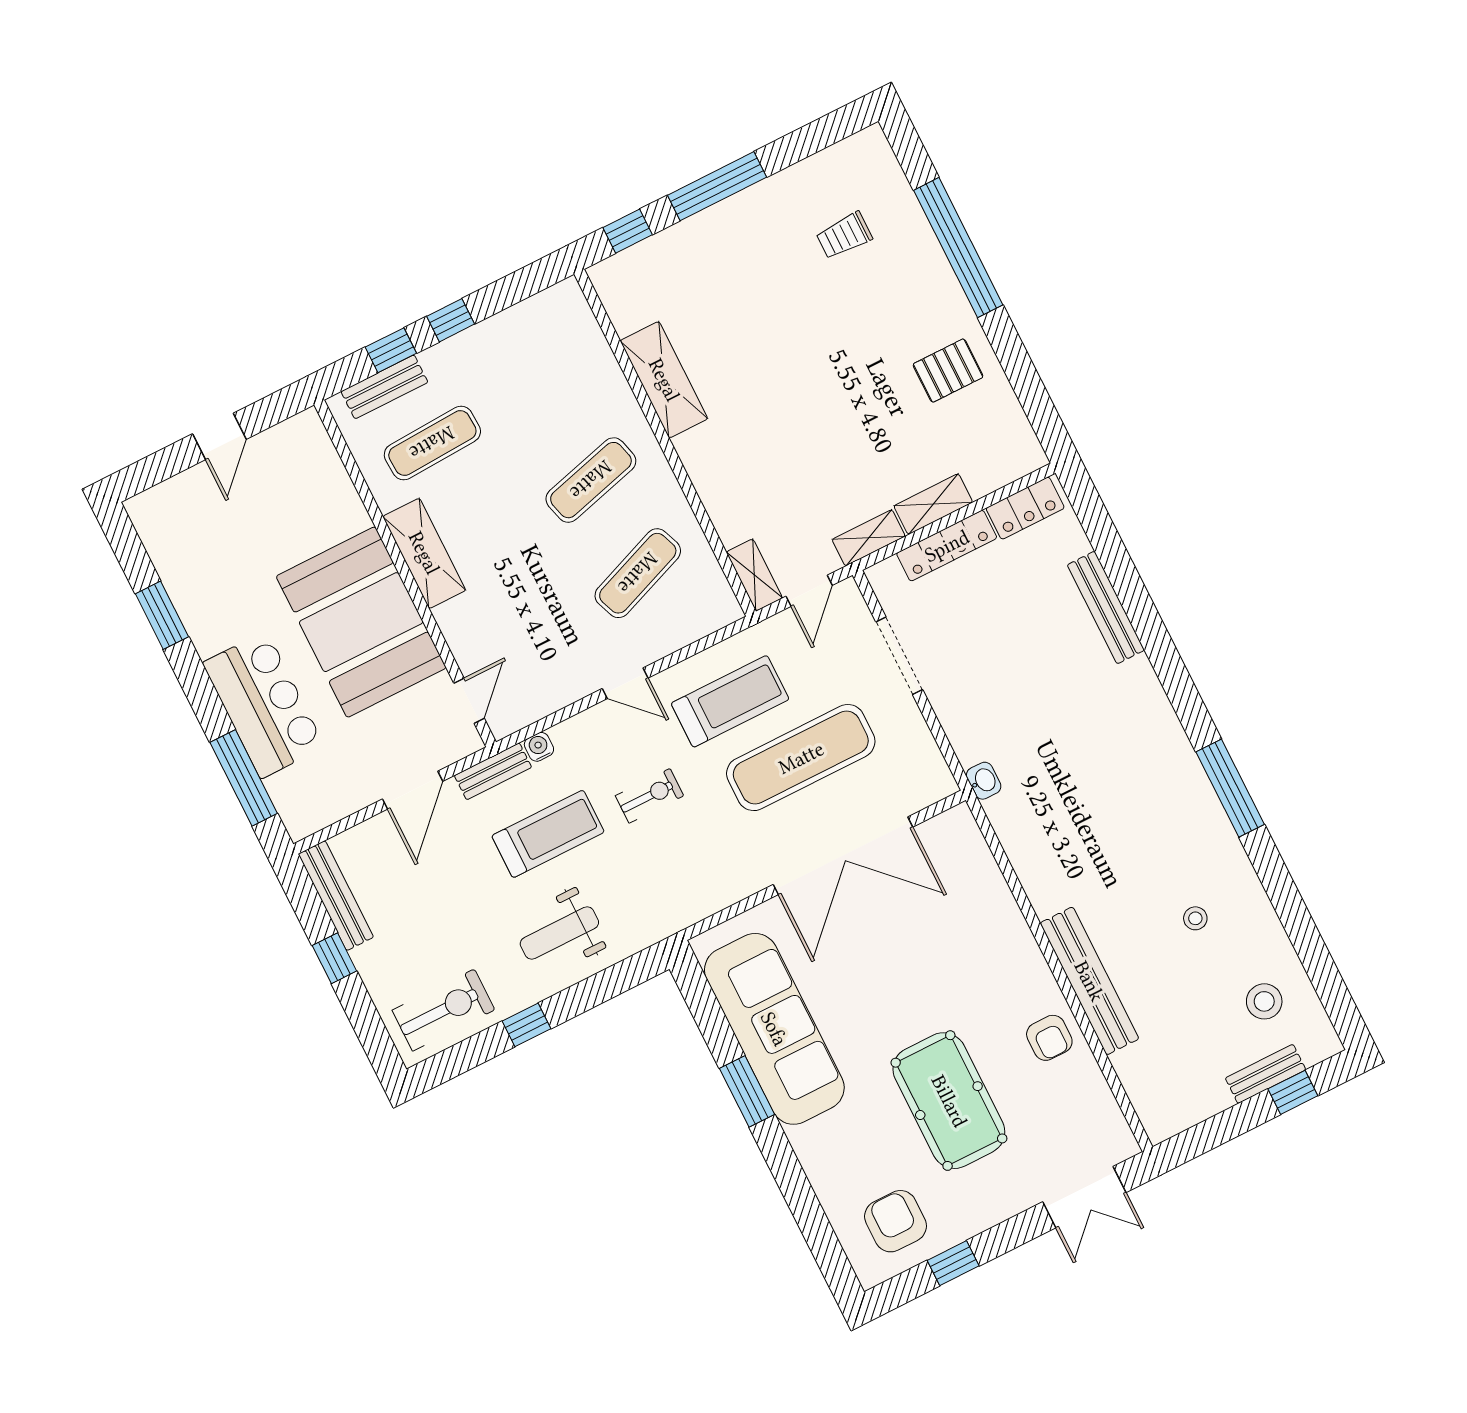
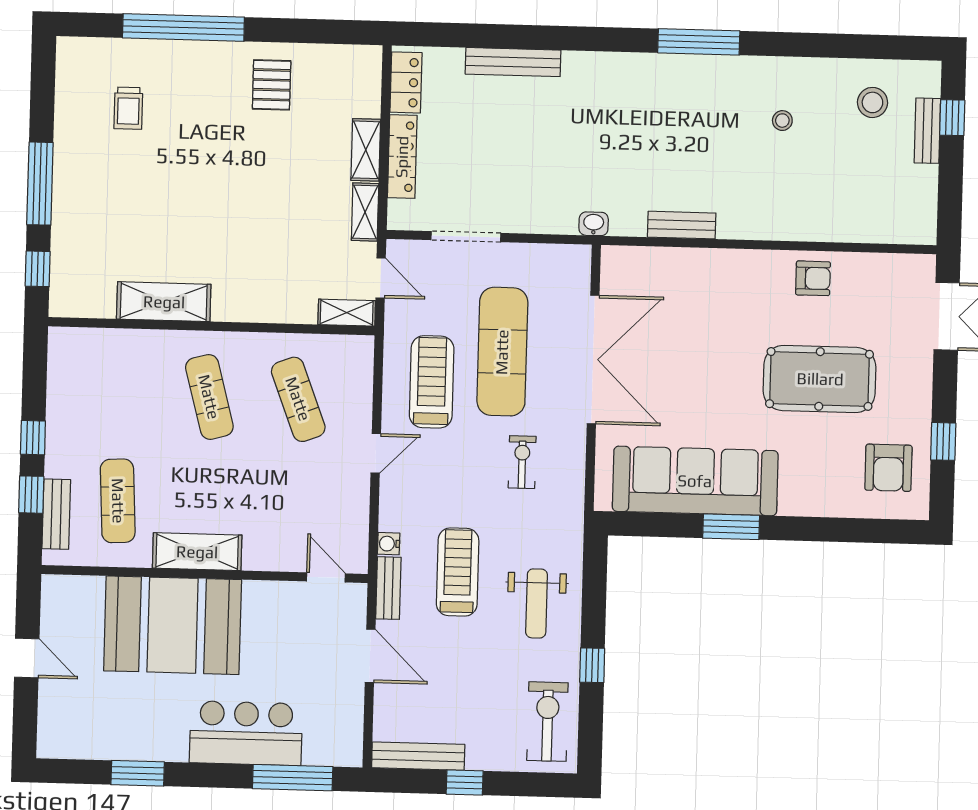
booth: (361, 622) -> (173, 625), moved
exercise bike: (650, 796) -> (522, 462), moved
bench: (1089, 981) -> (682, 225), moved, width x0.54, depth x0.82
armchair: (896, 1221) -> (888, 468), turned -90

